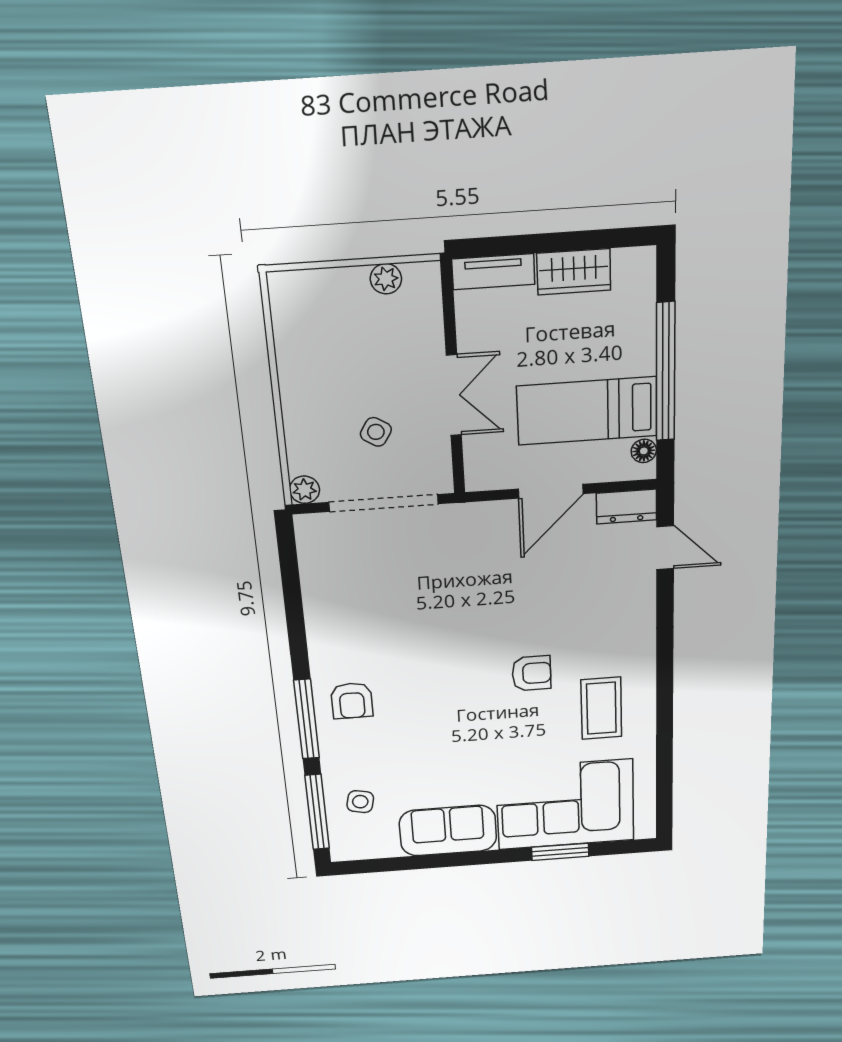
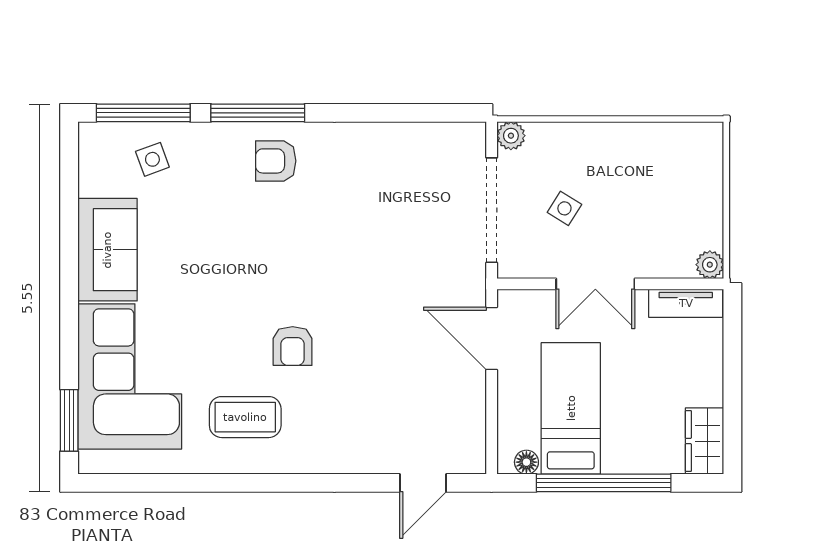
tv unit: (493, 272) -> (686, 303), moved, turned -90
wardrobe: (574, 272) -> (705, 441), moved
plant: (386, 279) -> (710, 265), moved
door: (551, 491) -> (492, 339), moved
dresser: (626, 507) -> (470, 445), removed
side table: (360, 802) -> (152, 159), turned -32
window: (560, 852) -> (69, 420), moved

